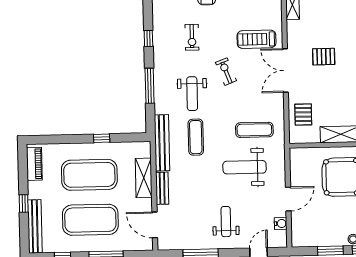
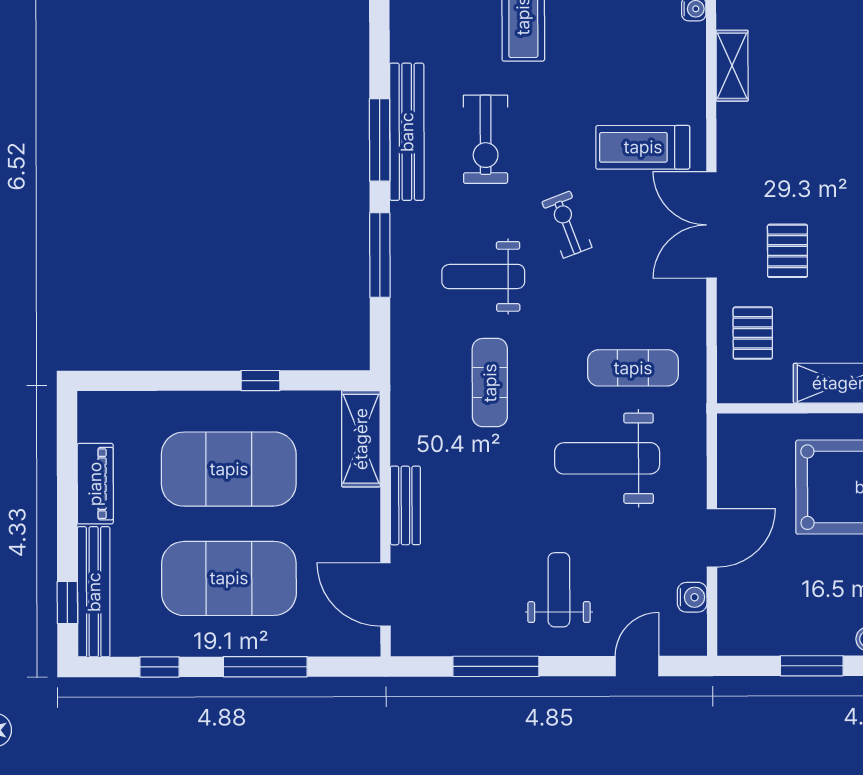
exercise bike: (192, 37) -> (486, 139), width x1.38, depth x1.39
window: (148, 38) -> (380, 140), width x2.17
pallet: (324, 57) -> (787, 251), moved, turned 90
weight bench: (192, 94) -> (483, 277), turned 90
bench: (162, 143) -> (407, 132), moved
piano: (34, 164) -> (95, 484), moved
shelving: (144, 178) -> (361, 439), moved
window: (24, 204) -> (67, 603), moved

